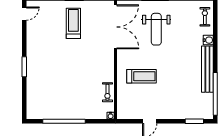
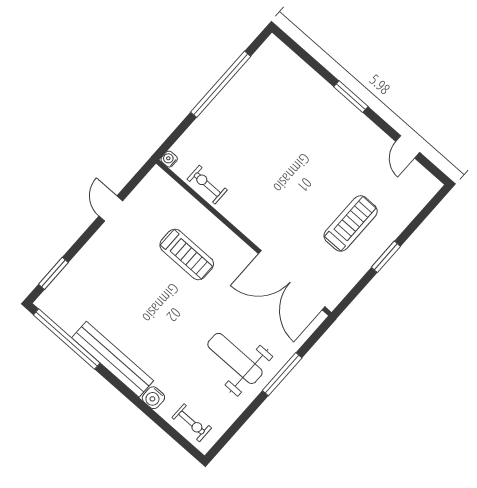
door: (24, 14) -> (408, 147), moved
treadmill: (73, 23) -> (351, 223), turned -90
weight bench: (156, 29) -> (235, 358), moved
treadmill: (141, 76) -> (187, 254), turned -90

